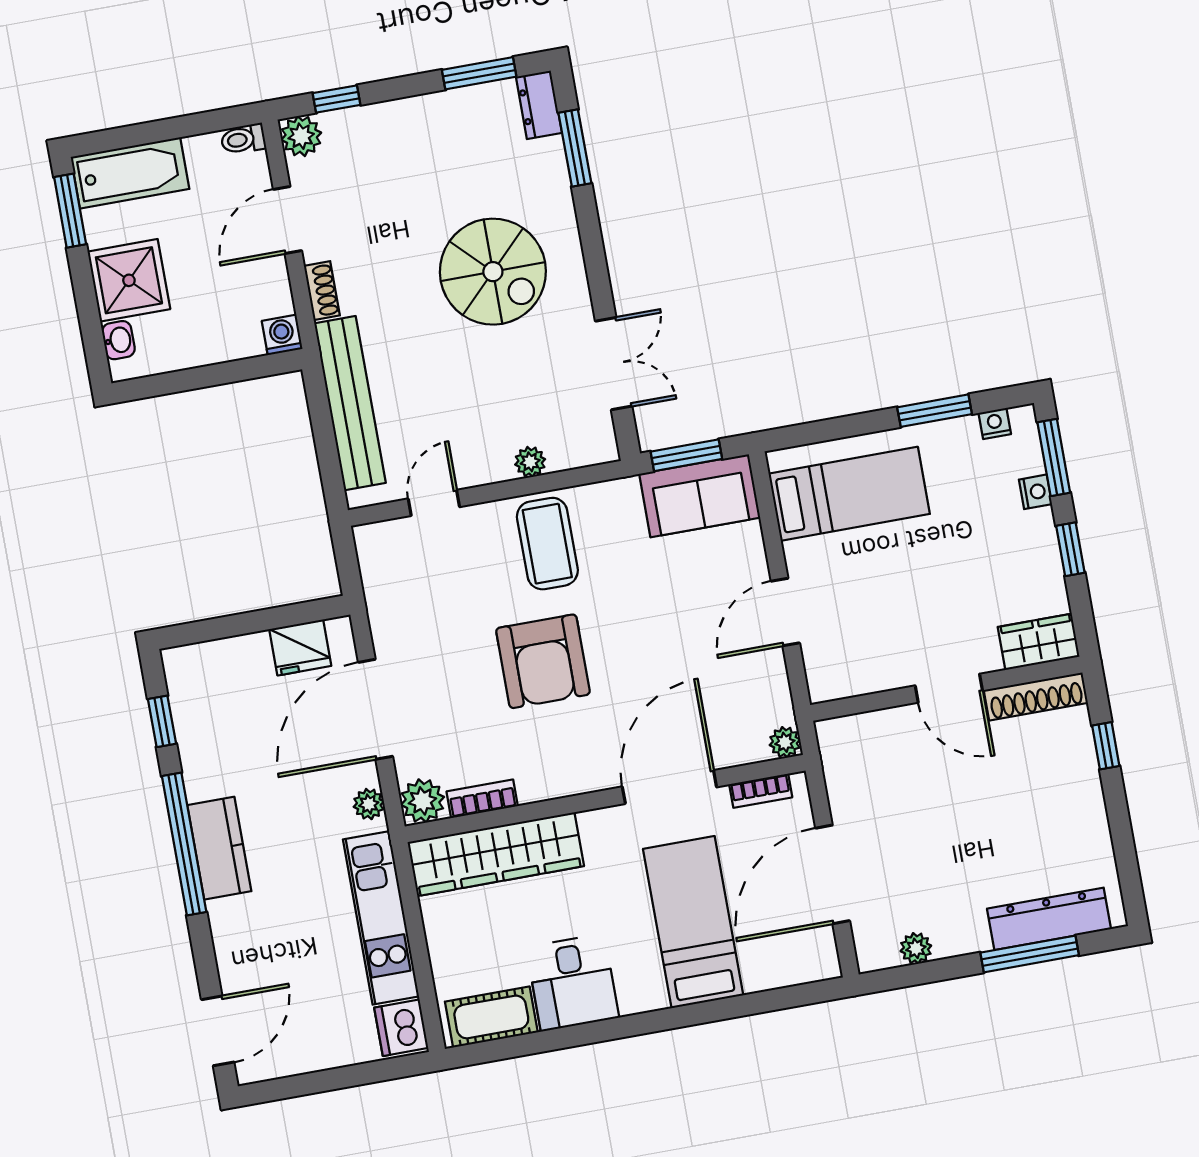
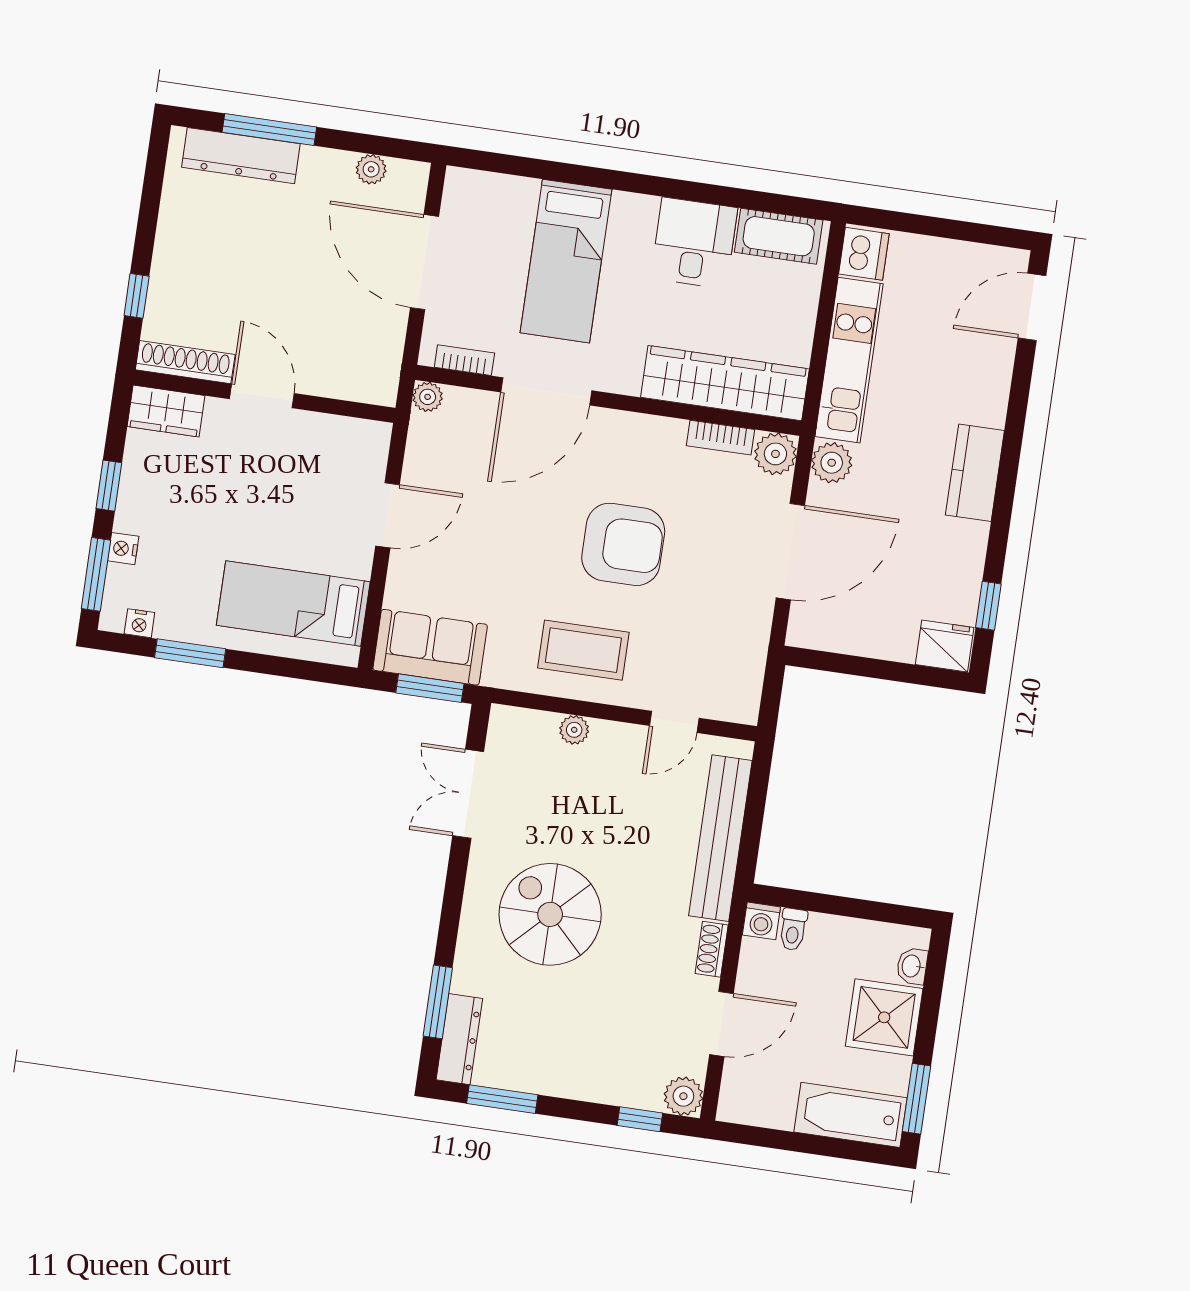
dresser: (539, 105) -> (459, 1039), width x1.44
toilet: (243, 139) -> (793, 929), moved, turned 90
coffee table: (547, 544) -> (583, 650), turned 90
fridge: (300, 648) -> (945, 646), moved
armchair: (543, 661) -> (623, 544), turned 90
plant: (369, 804) -> (832, 463), width x1.38, depth x1.38
window: (184, 844) -> (1006, 487), removed
door: (833, 874) -> (424, 262), swing flipped

